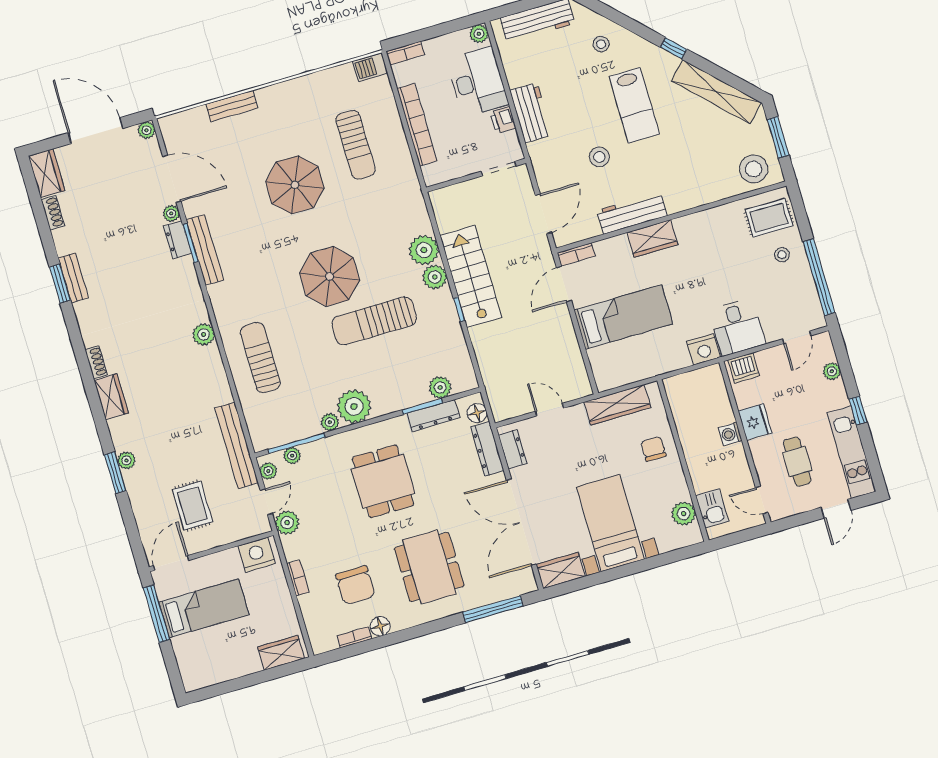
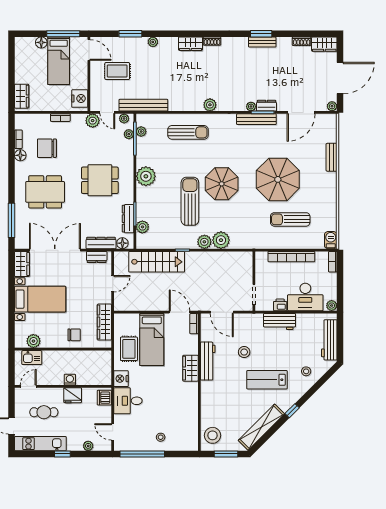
parasol: (295, 185) -> (278, 179), width x1.36, depth x1.36
plant: (171, 213) -> (251, 106), moved
rug: (769, 218) -> (129, 349), moved
stairs: (471, 276) -> (157, 262), moved
plant: (330, 422) -> (141, 132), moved
window: (115, 473) -> (130, 34), moved
floor lamp: (182, 646) -> (41, 42), added

